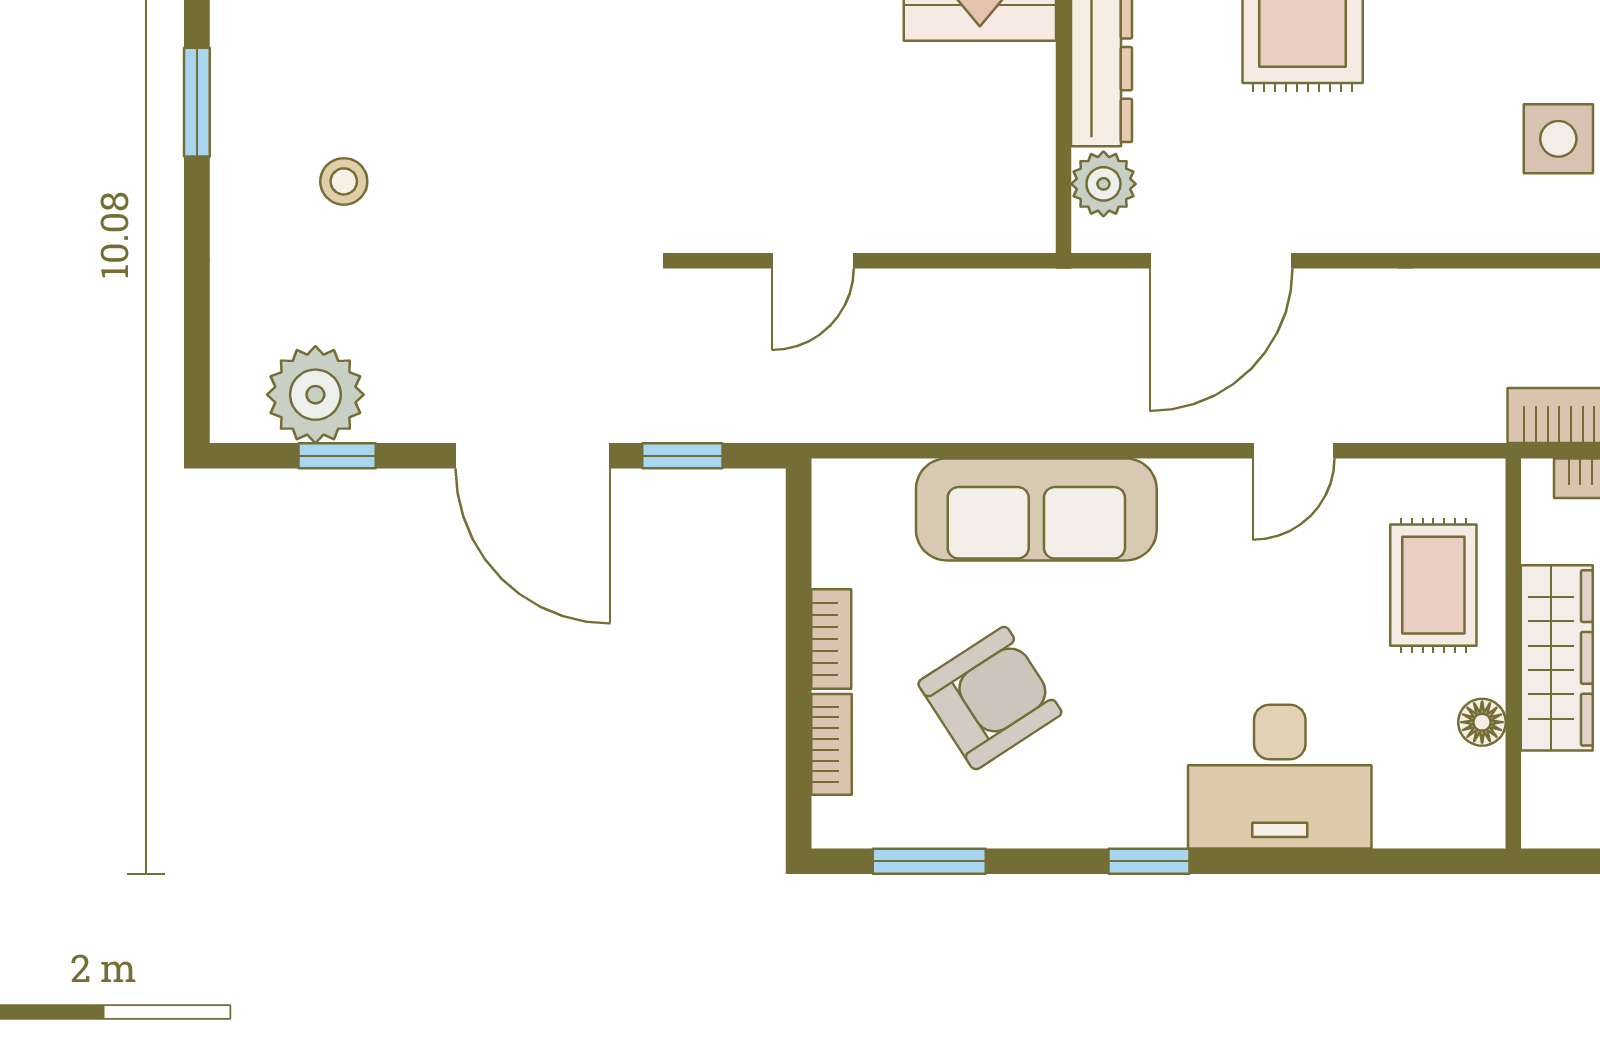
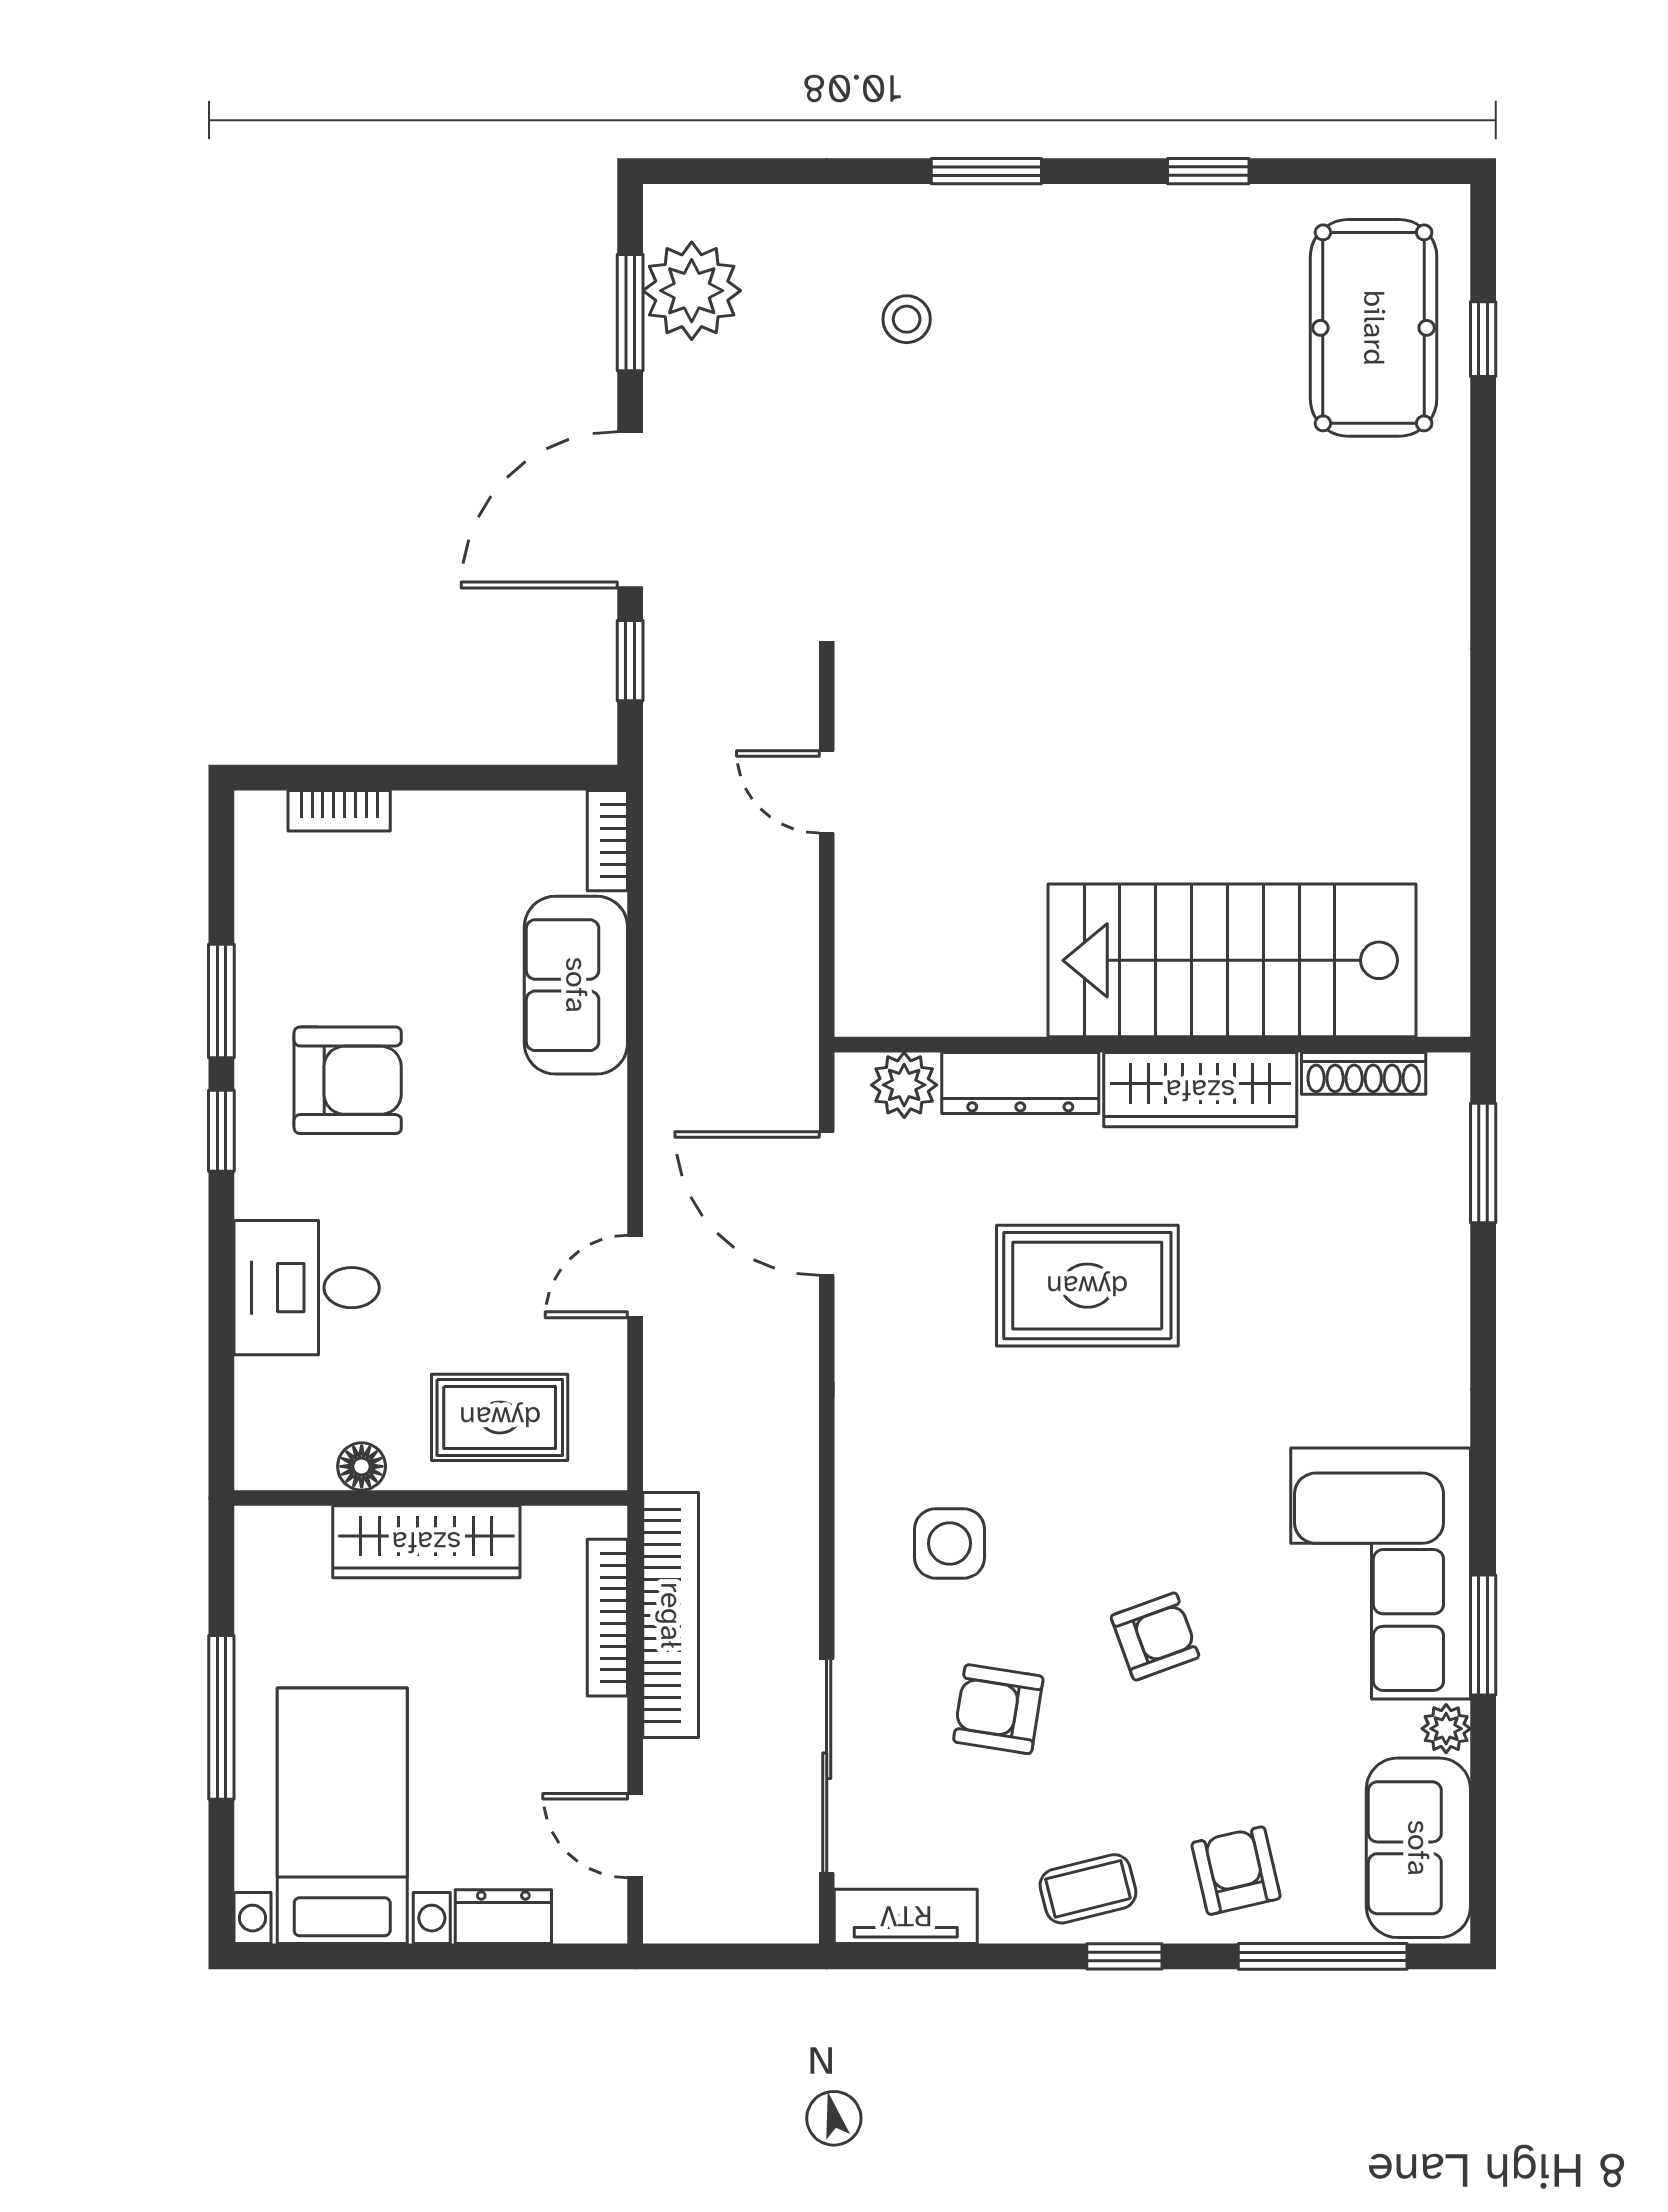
door: (1293, 451) -> (635, 1276), hinge flipped
window: (337, 456) -> (630, 313), width x1.50
sofa: (1036, 509) -> (576, 985), width x0.73
bookcase: (831, 639) -> (607, 841), moved, turned 90
armchair: (990, 698) -> (348, 1080), moved, turned -57
desk: (1280, 777) -> (307, 1288), width x0.73
window: (929, 861) -> (221, 1001), moved

